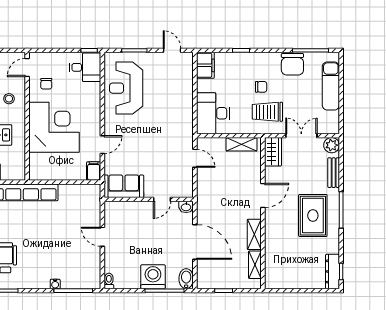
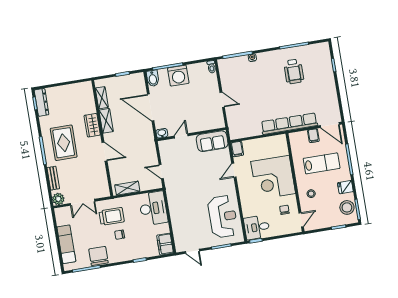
wardrobe: (273, 152) -> (92, 125), moved
door: (263, 196) -> (104, 152), swing flipped

